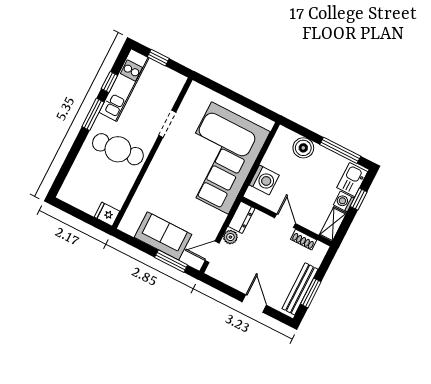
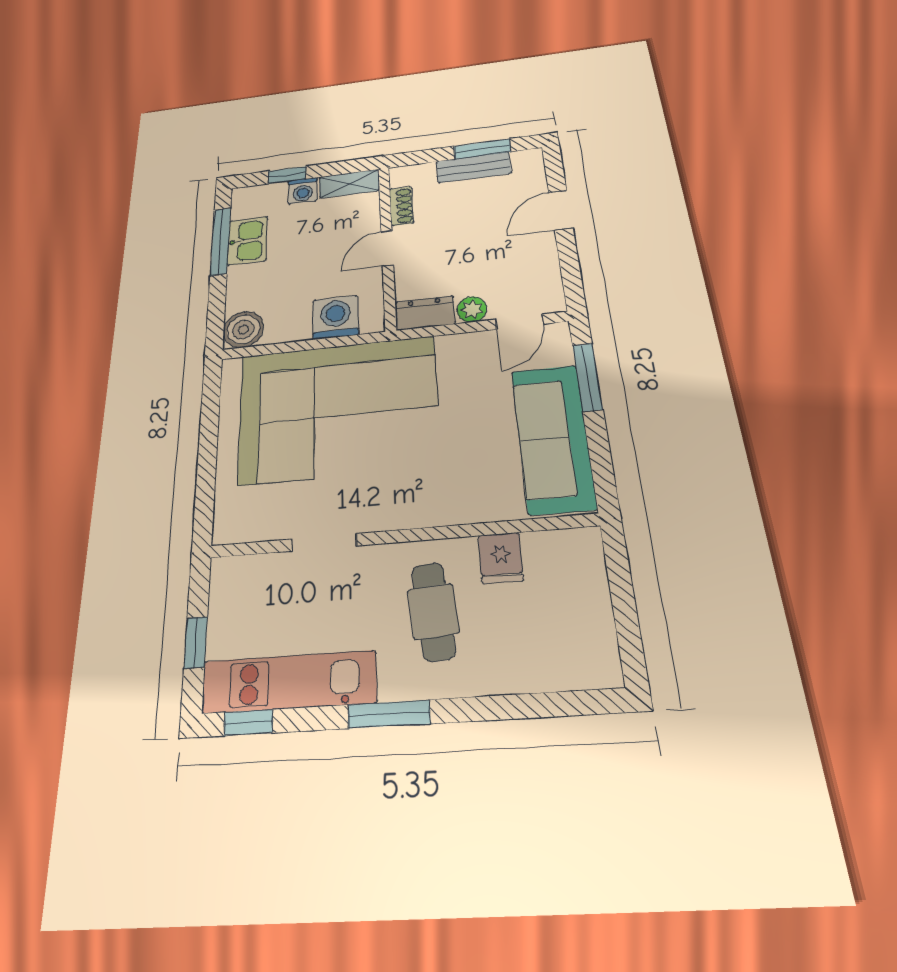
window: (109, 82) -> (248, 723), moved
boiler: (303, 148) -> (243, 329), moved
cafe table: (118, 149) -> (433, 611), width x0.73, depth x0.74
kitchen sink: (352, 180) -> (247, 241), moved, turned -90
fridge: (107, 214) -> (501, 558), moved
sofa: (163, 236) -> (553, 438), width x1.36
door: (212, 252) -> (520, 322), hinge flipped
bench: (300, 289) -> (473, 167), width x0.73

